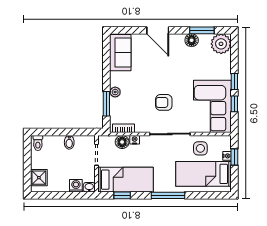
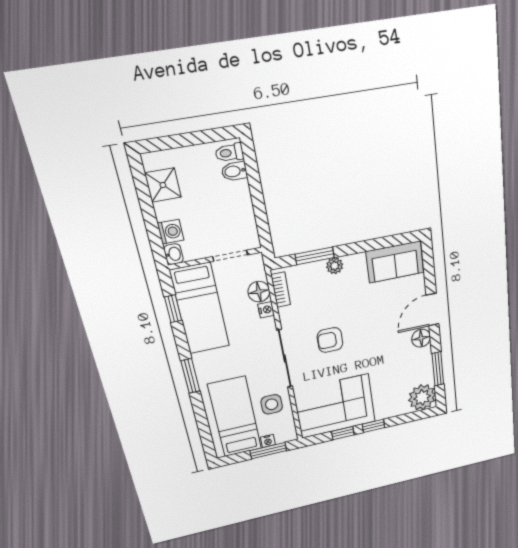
floor lamp: (192, 40) -> (421, 338), moved
armchair: (164, 102) -> (330, 340), turned -90
bidet: (69, 142) -> (234, 171), moved
window: (234, 157) -> (268, 451), width x1.50
shower: (39, 178) -> (163, 185), moved
window: (168, 195) -> (190, 376), width x0.69

